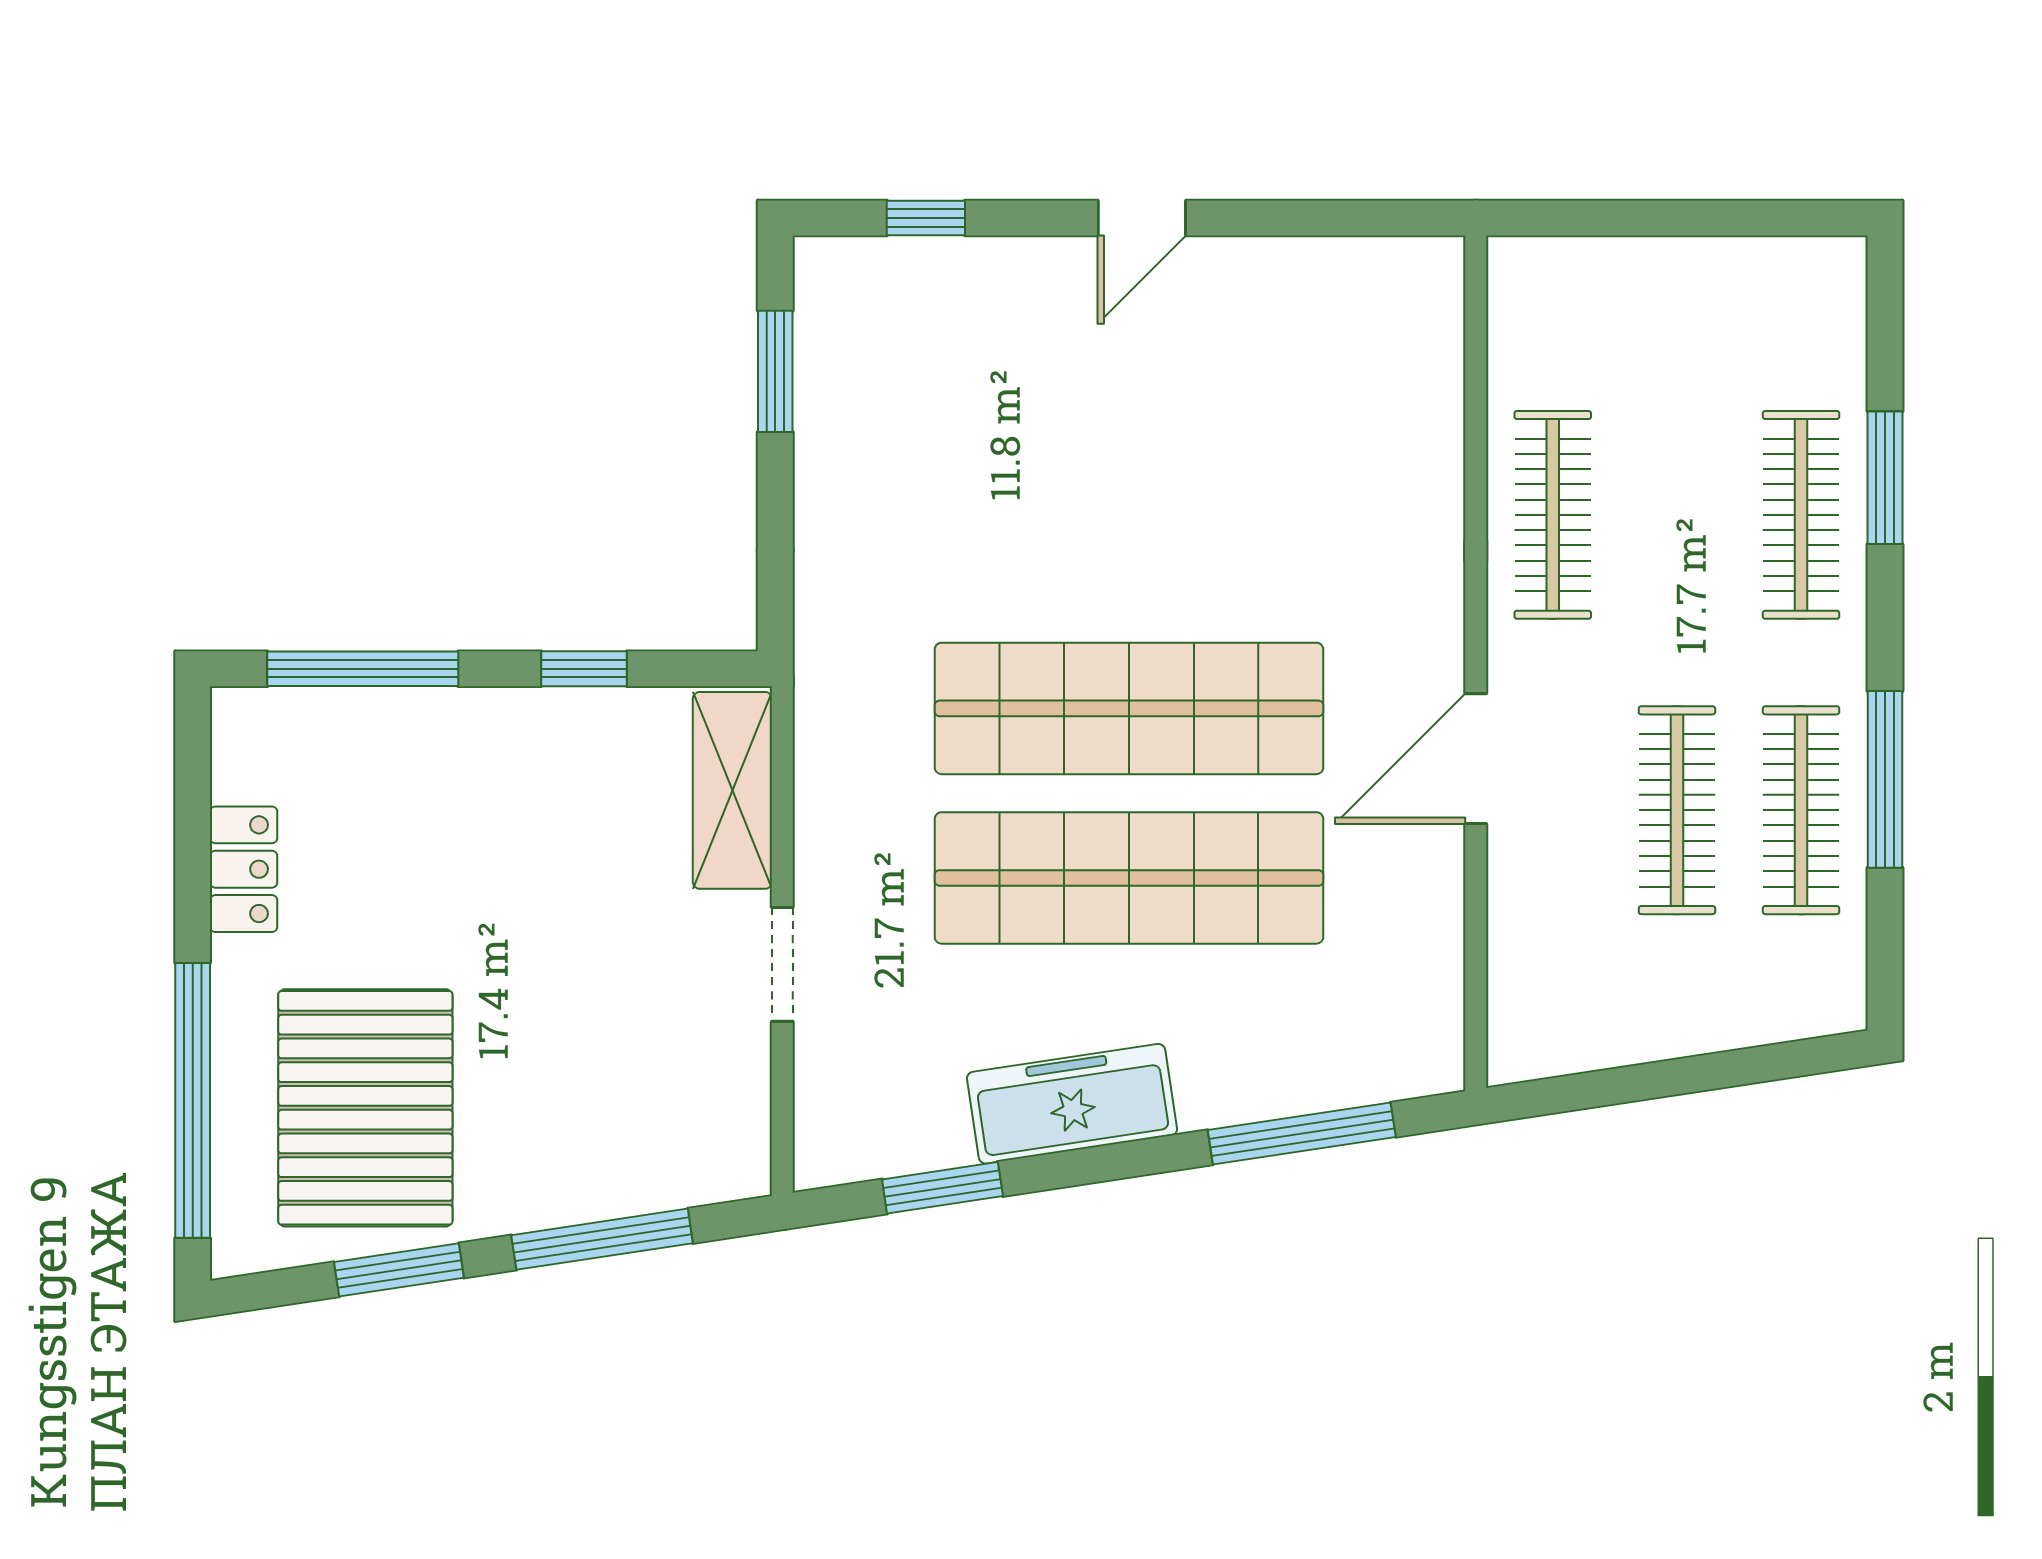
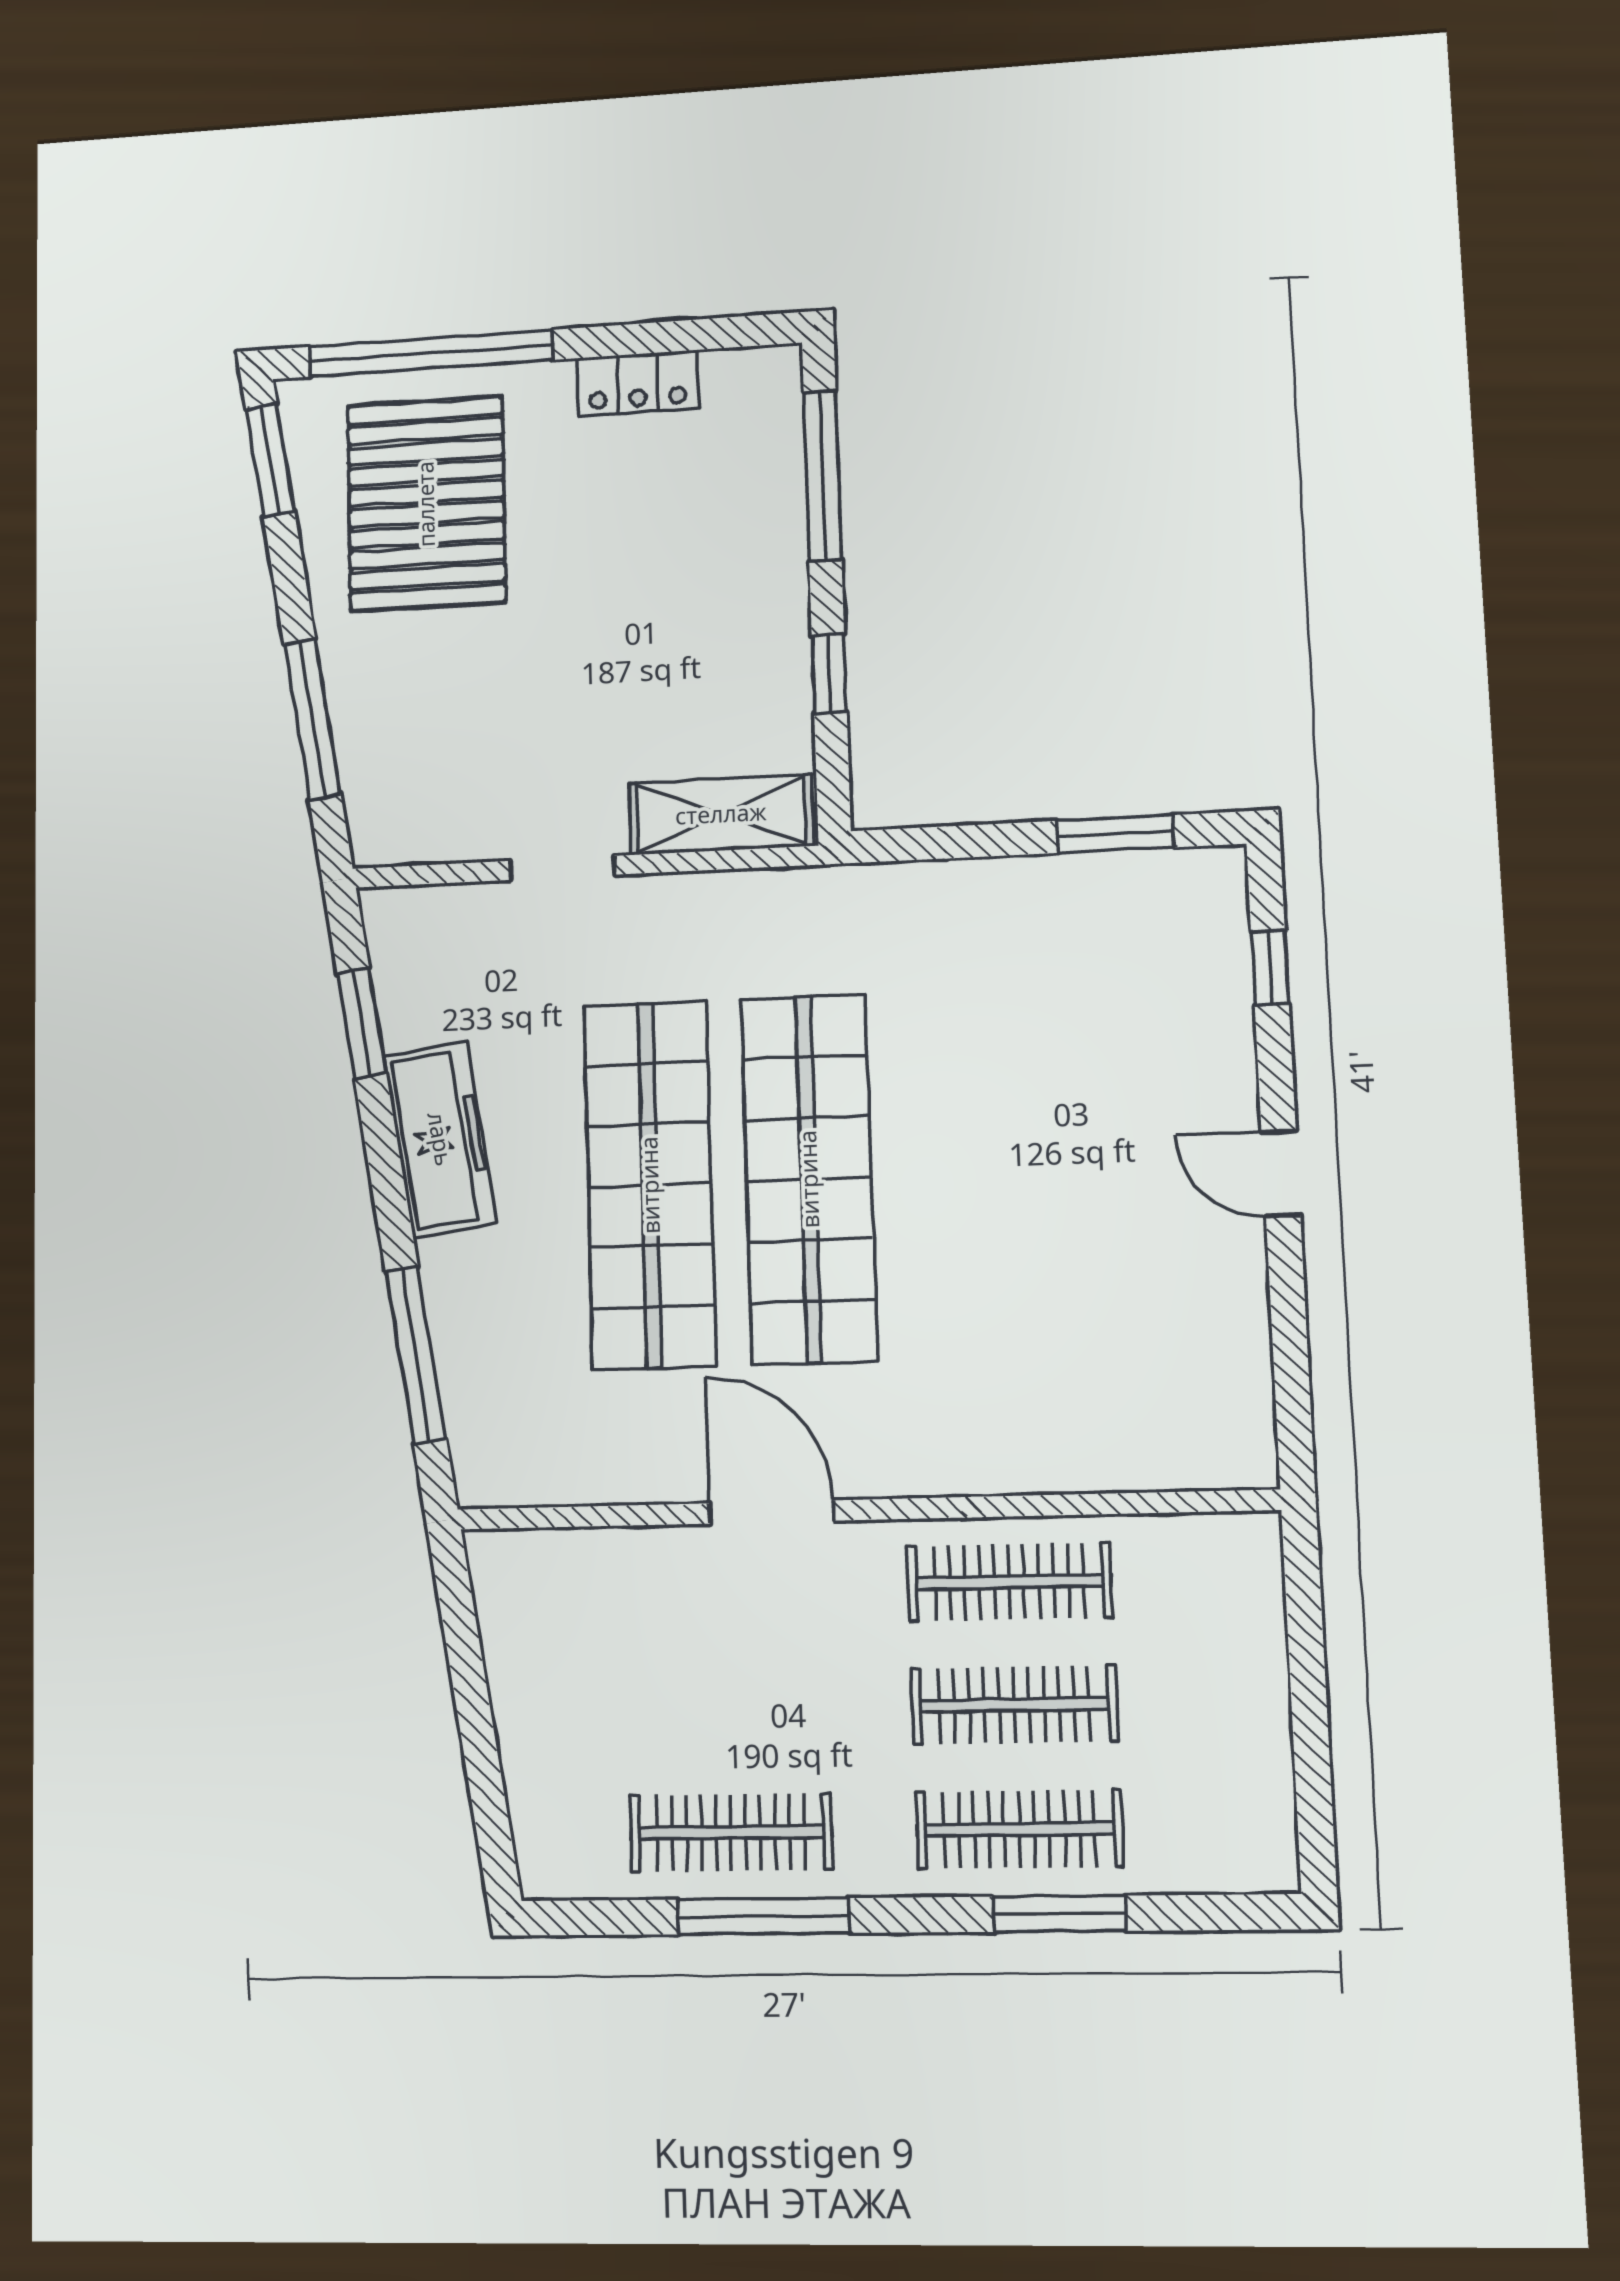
clothes rail: (1677, 810) -> (1014, 1705), moved
pallet: (365, 1108) -> (426, 504), turned 90
window: (399, 1270) -> (270, 460), moved

